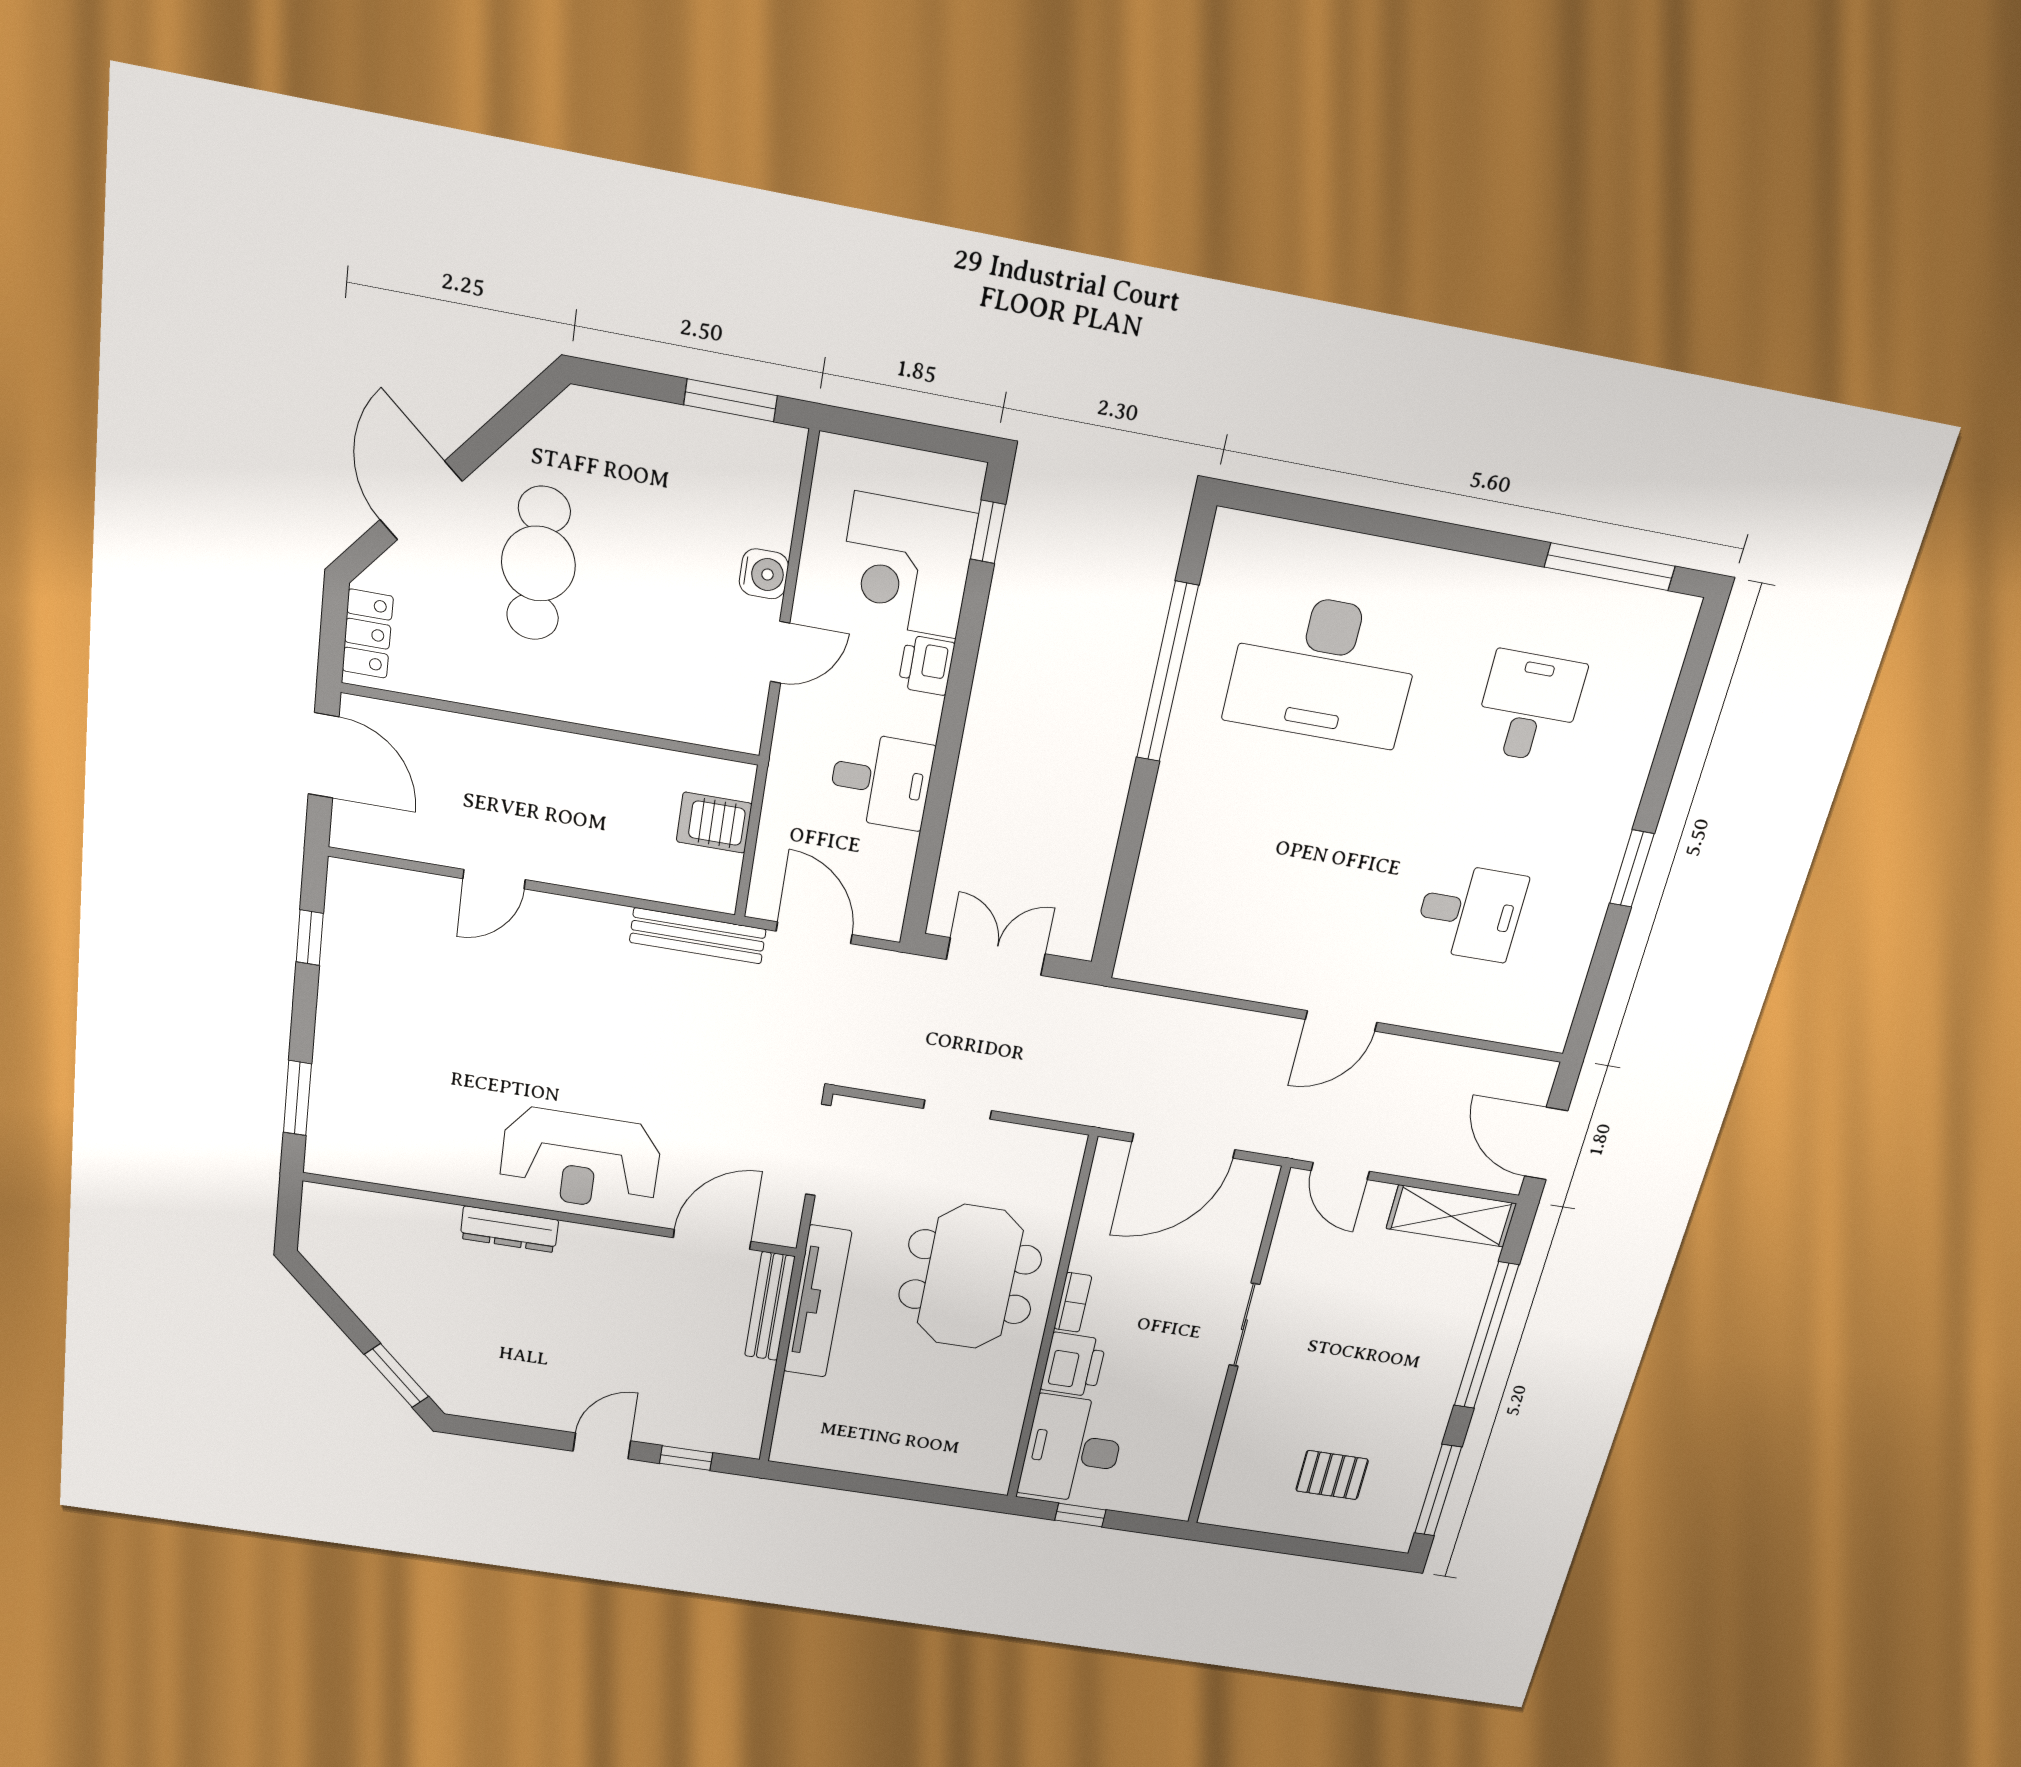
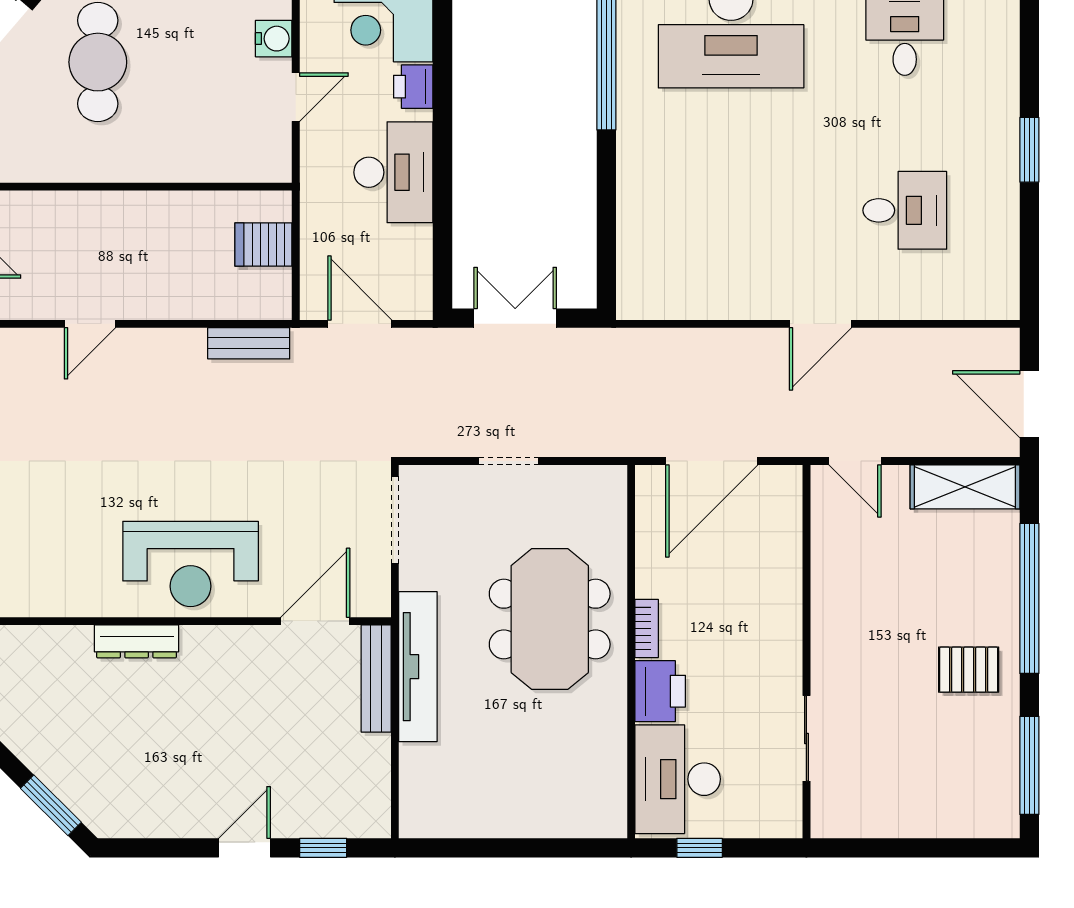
desk: (881, 781) -> (393, 172), width x1.37
bench: (698, 936) -> (249, 343), width x0.73
sliding door: (1244, 1325) -> (806, 738), moved
pallet: (1332, 1475) -> (969, 670), moved

